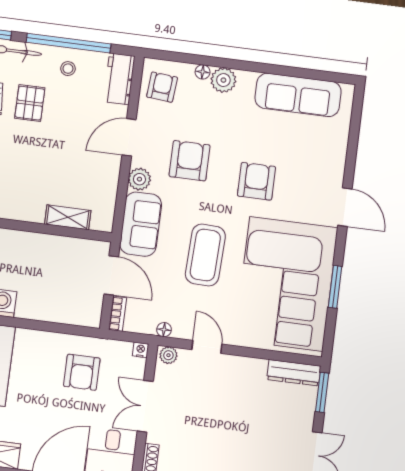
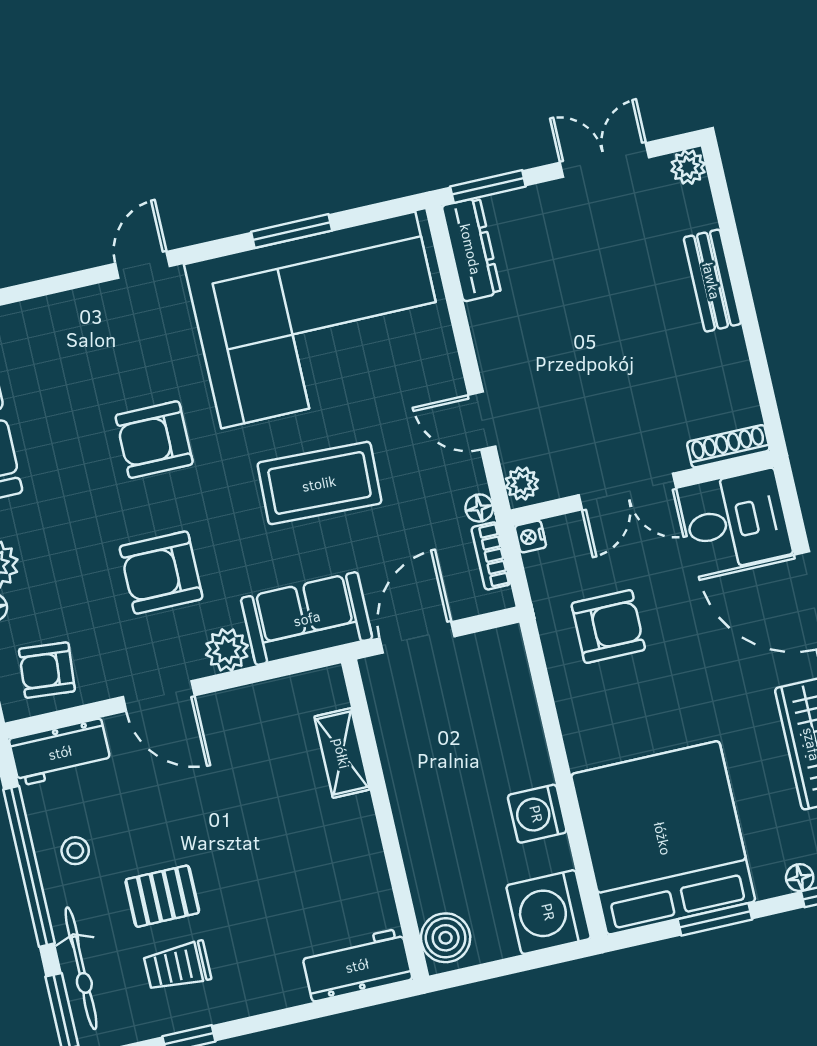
door: (345, 207) -> (143, 265), width x0.73
bookcase: (118, 314) -> (491, 556), moved, turned -90
door: (207, 347) -> (482, 421), hinge flipped

